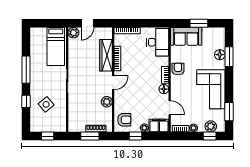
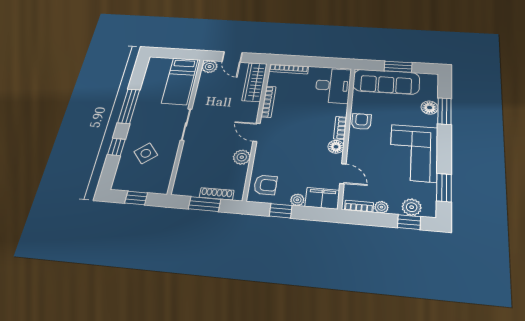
door: (87, 23) -> (232, 57), hinge flipped
sofa: (186, 36) -> (386, 82), width x1.36
wardrobe: (106, 55) -> (255, 82), moved
door: (113, 83) -> (257, 132), swing flipped

